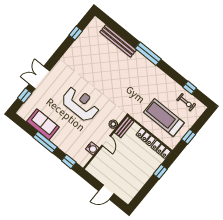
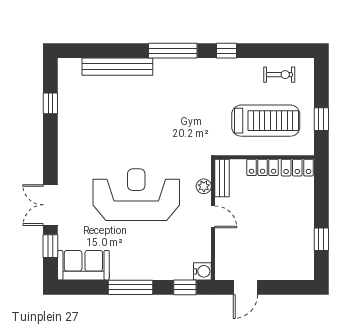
window: (190, 88) -> (226, 51), moved
reception desk: (81, 104) -> (136, 195), width x1.36, depth x1.30
treadmill: (164, 118) -> (266, 121), turned 180
sofa: (43, 124) -> (83, 265), moved
water cooler: (92, 149) -> (202, 271), moved
window: (160, 172) -> (321, 239), moved
door: (106, 192) -> (246, 287), moved

